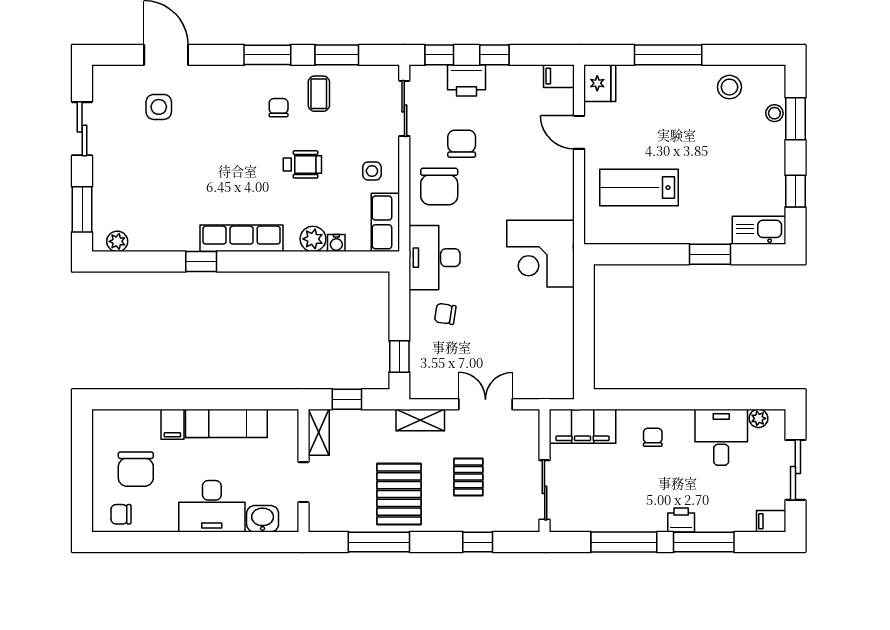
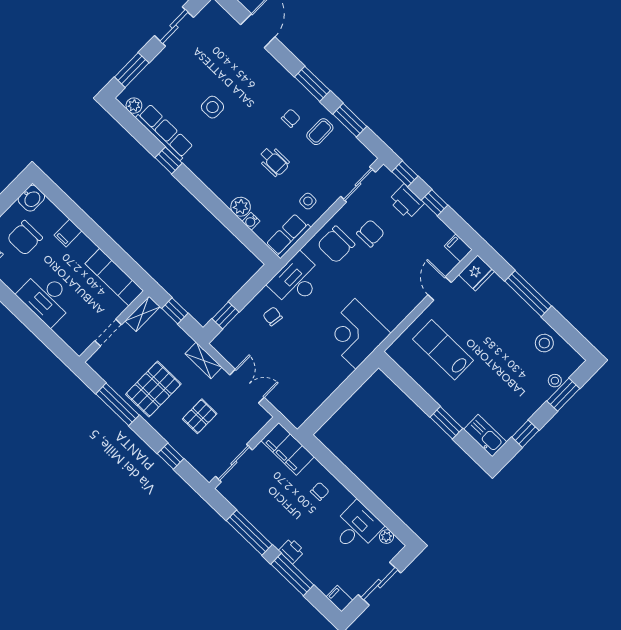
side table: (159, 107) -> (212, 107), moved
row of seats: (242, 238) -> (164, 132), moved
exam couch: (226, 423) -> (114, 277), moved
washbasin: (263, 519) -> (31, 198), moved, turned 90

